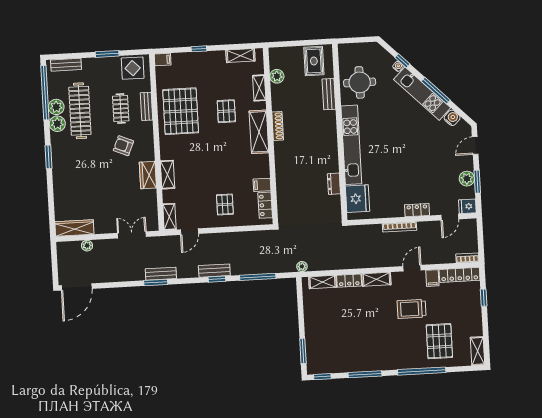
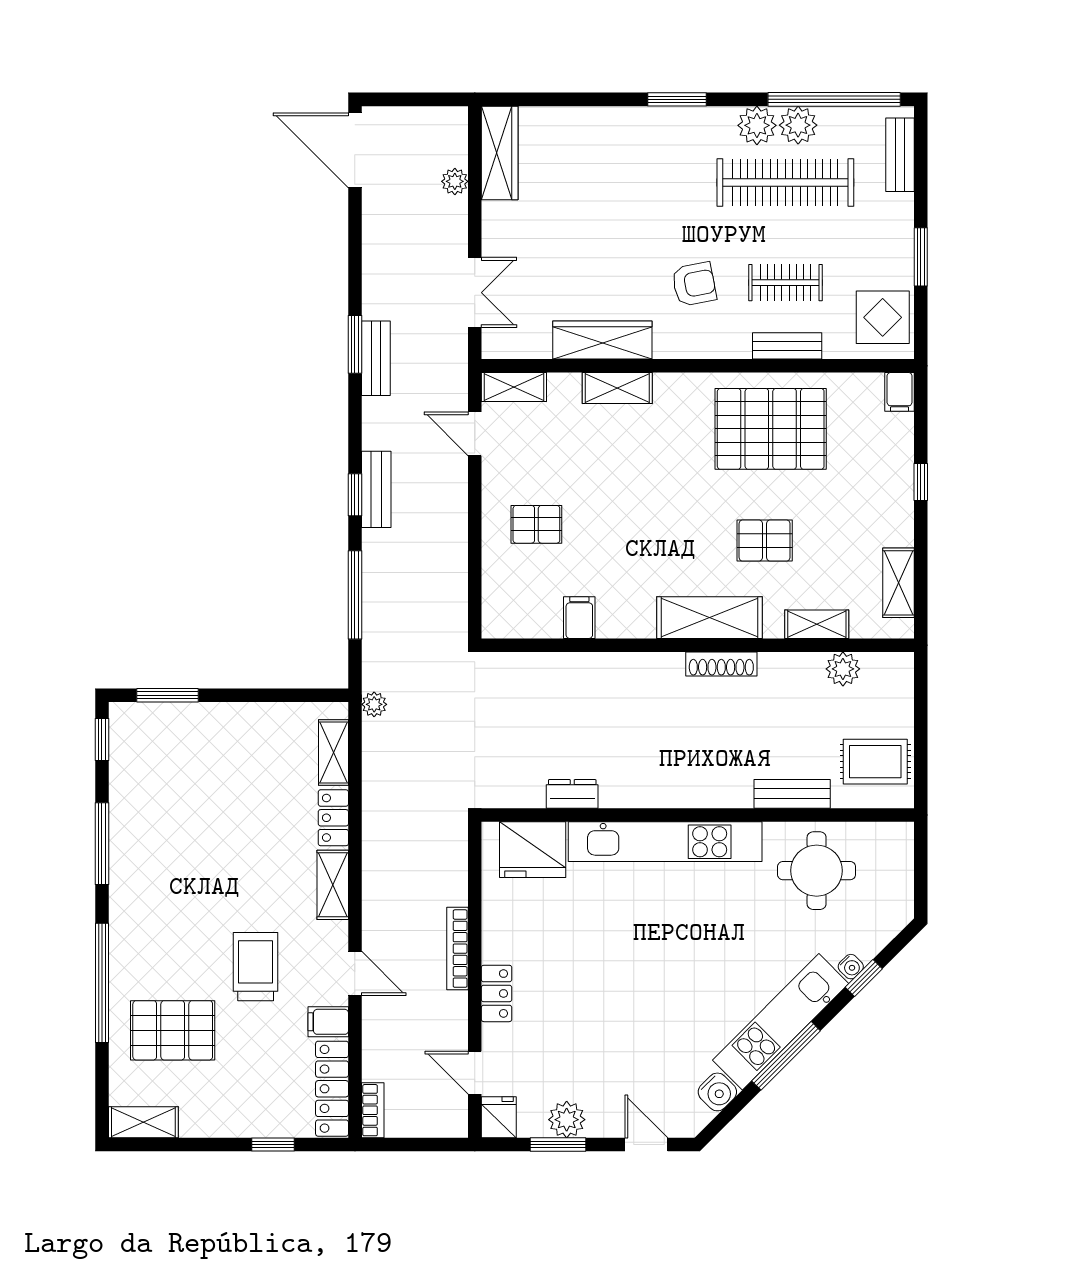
armchair: (123, 146) -> (694, 284), turned 56
wardrobe: (148, 175) -> (602, 340), width x1.50
locker: (265, 205) -> (529, 623), removed

